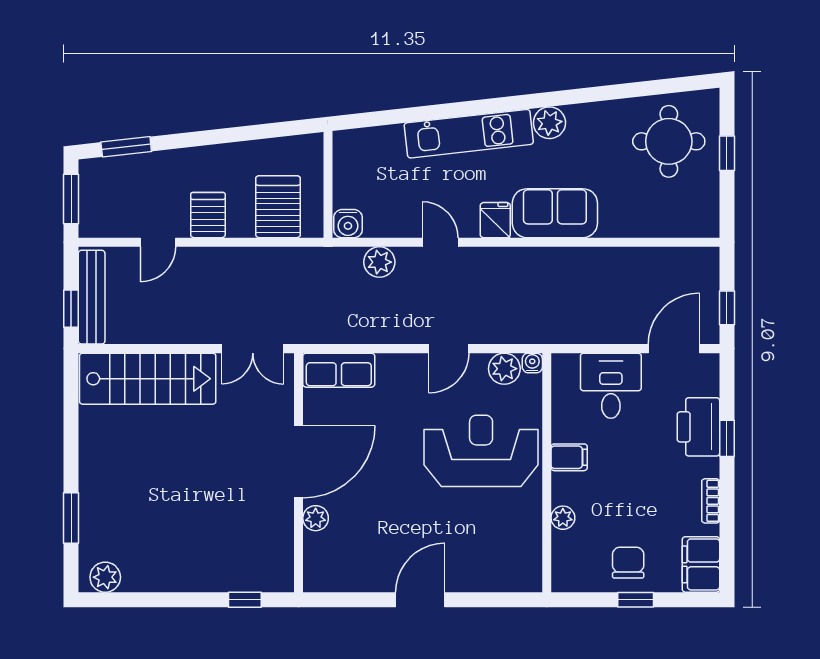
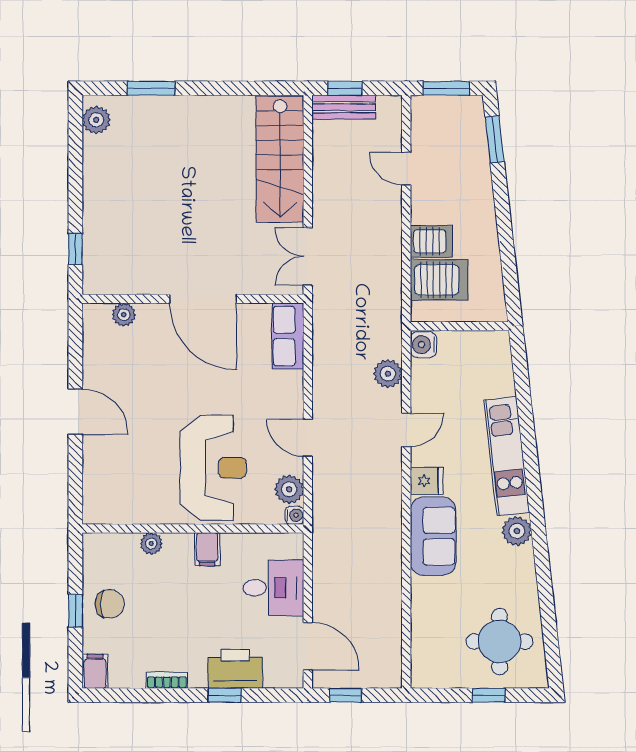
server rack: (208, 215) -> (431, 241), moved
bench: (92, 297) -> (344, 107), width x0.73
plant: (316, 518) -> (124, 315), moved
filing cabinet: (701, 564) -> (95, 671), width x0.50

